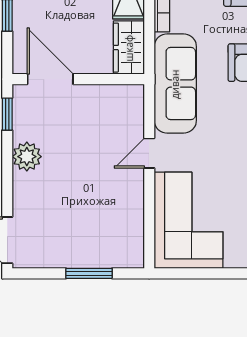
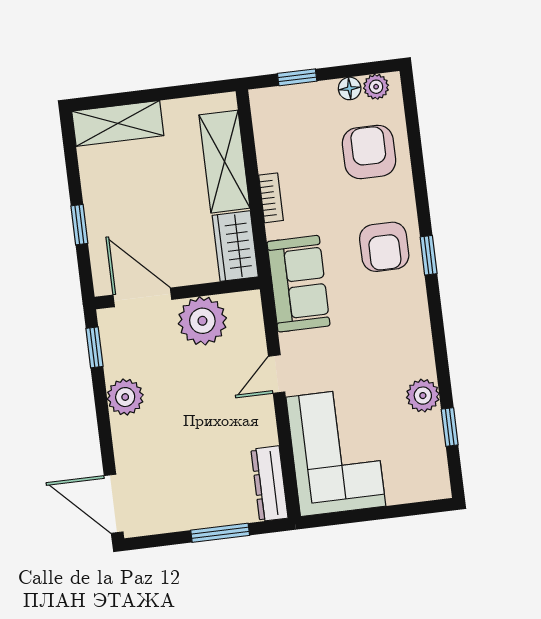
sofa: (175, 84) -> (298, 284), width x0.73
plant: (95, 104) -> (202, 321), added
dresser: (133, 239) -> (269, 484), added

